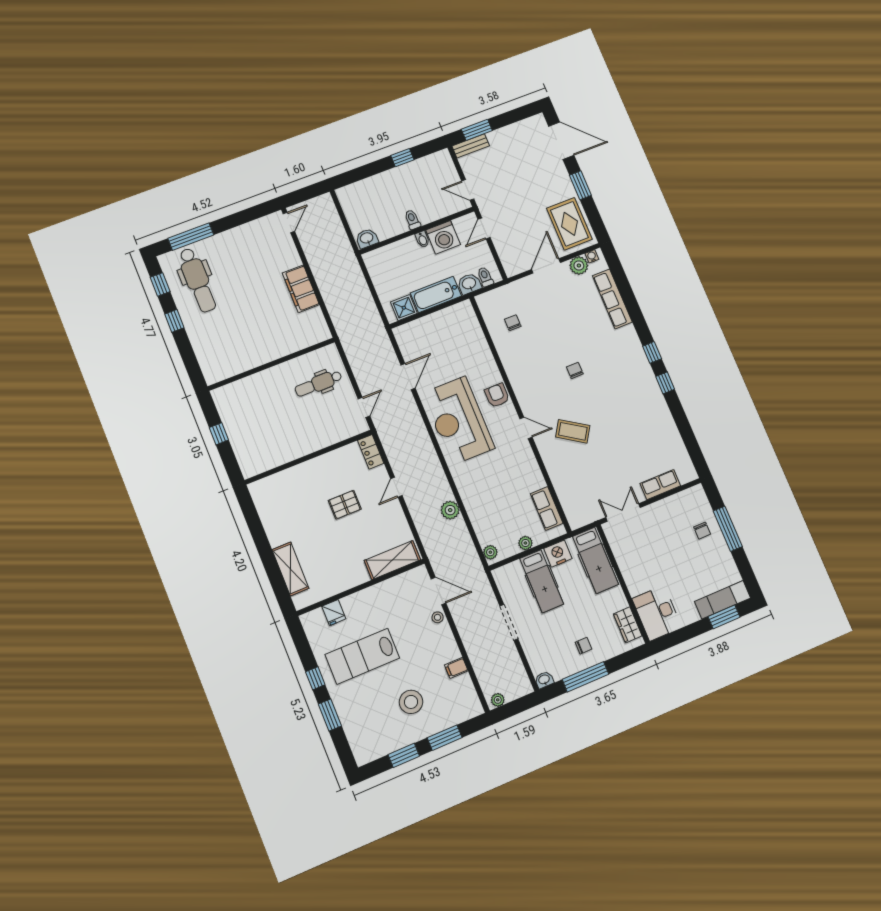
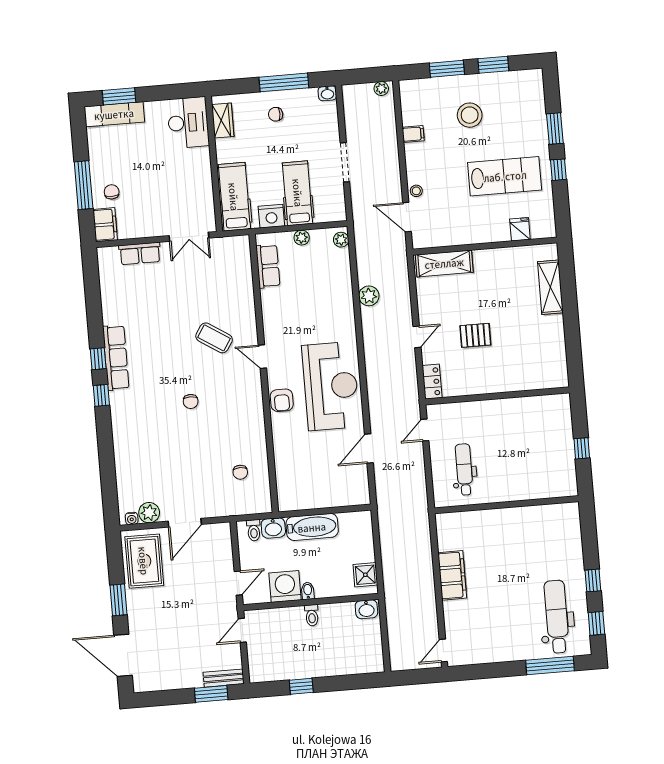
door: (468, 190) -> (242, 630), swing flipped
row of seats: (612, 299) -> (116, 358), moved
shower: (404, 308) -> (365, 575), moved
dental chair: (318, 383) -> (464, 470), turned -90
filing cabinet: (698, 500) -> (105, 225), added

